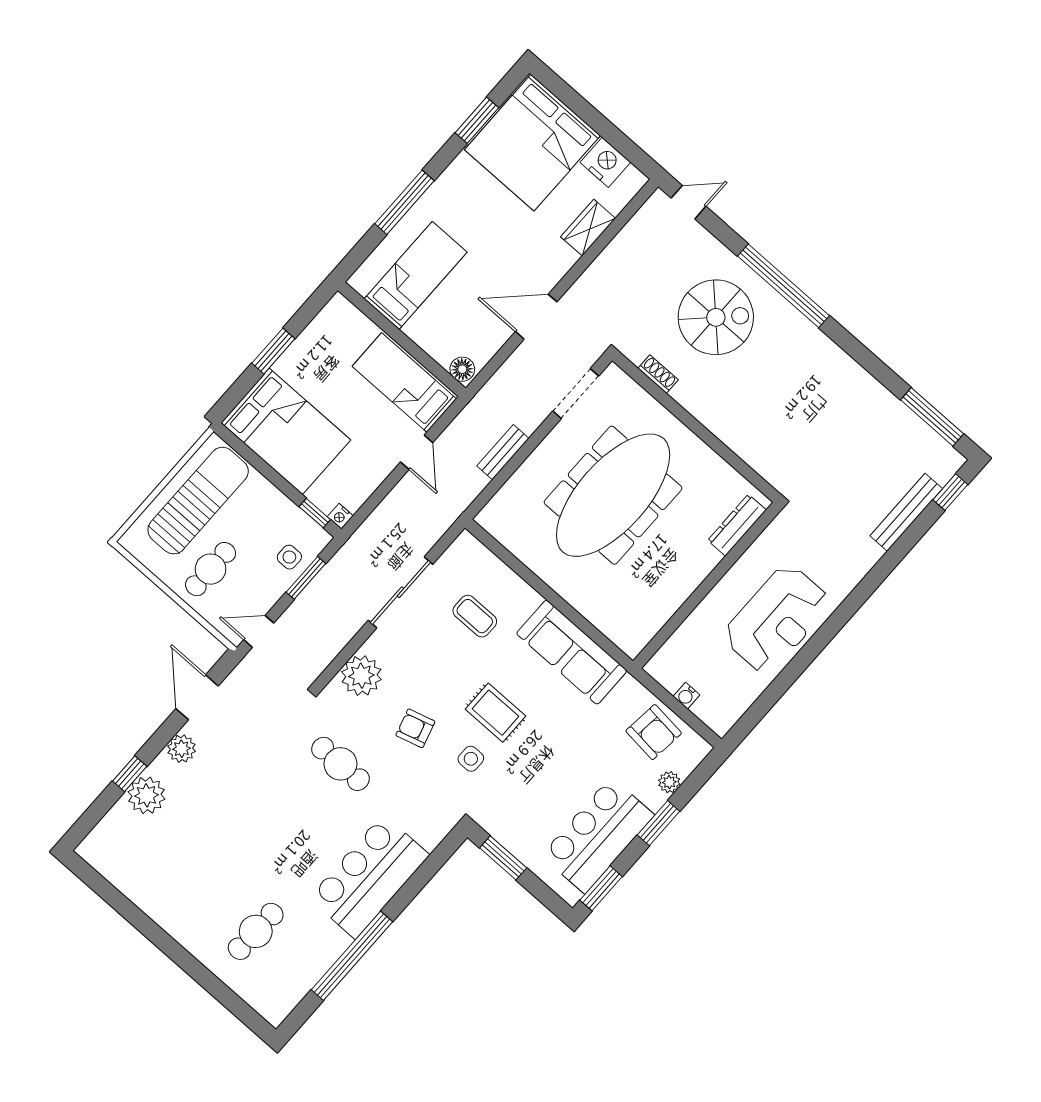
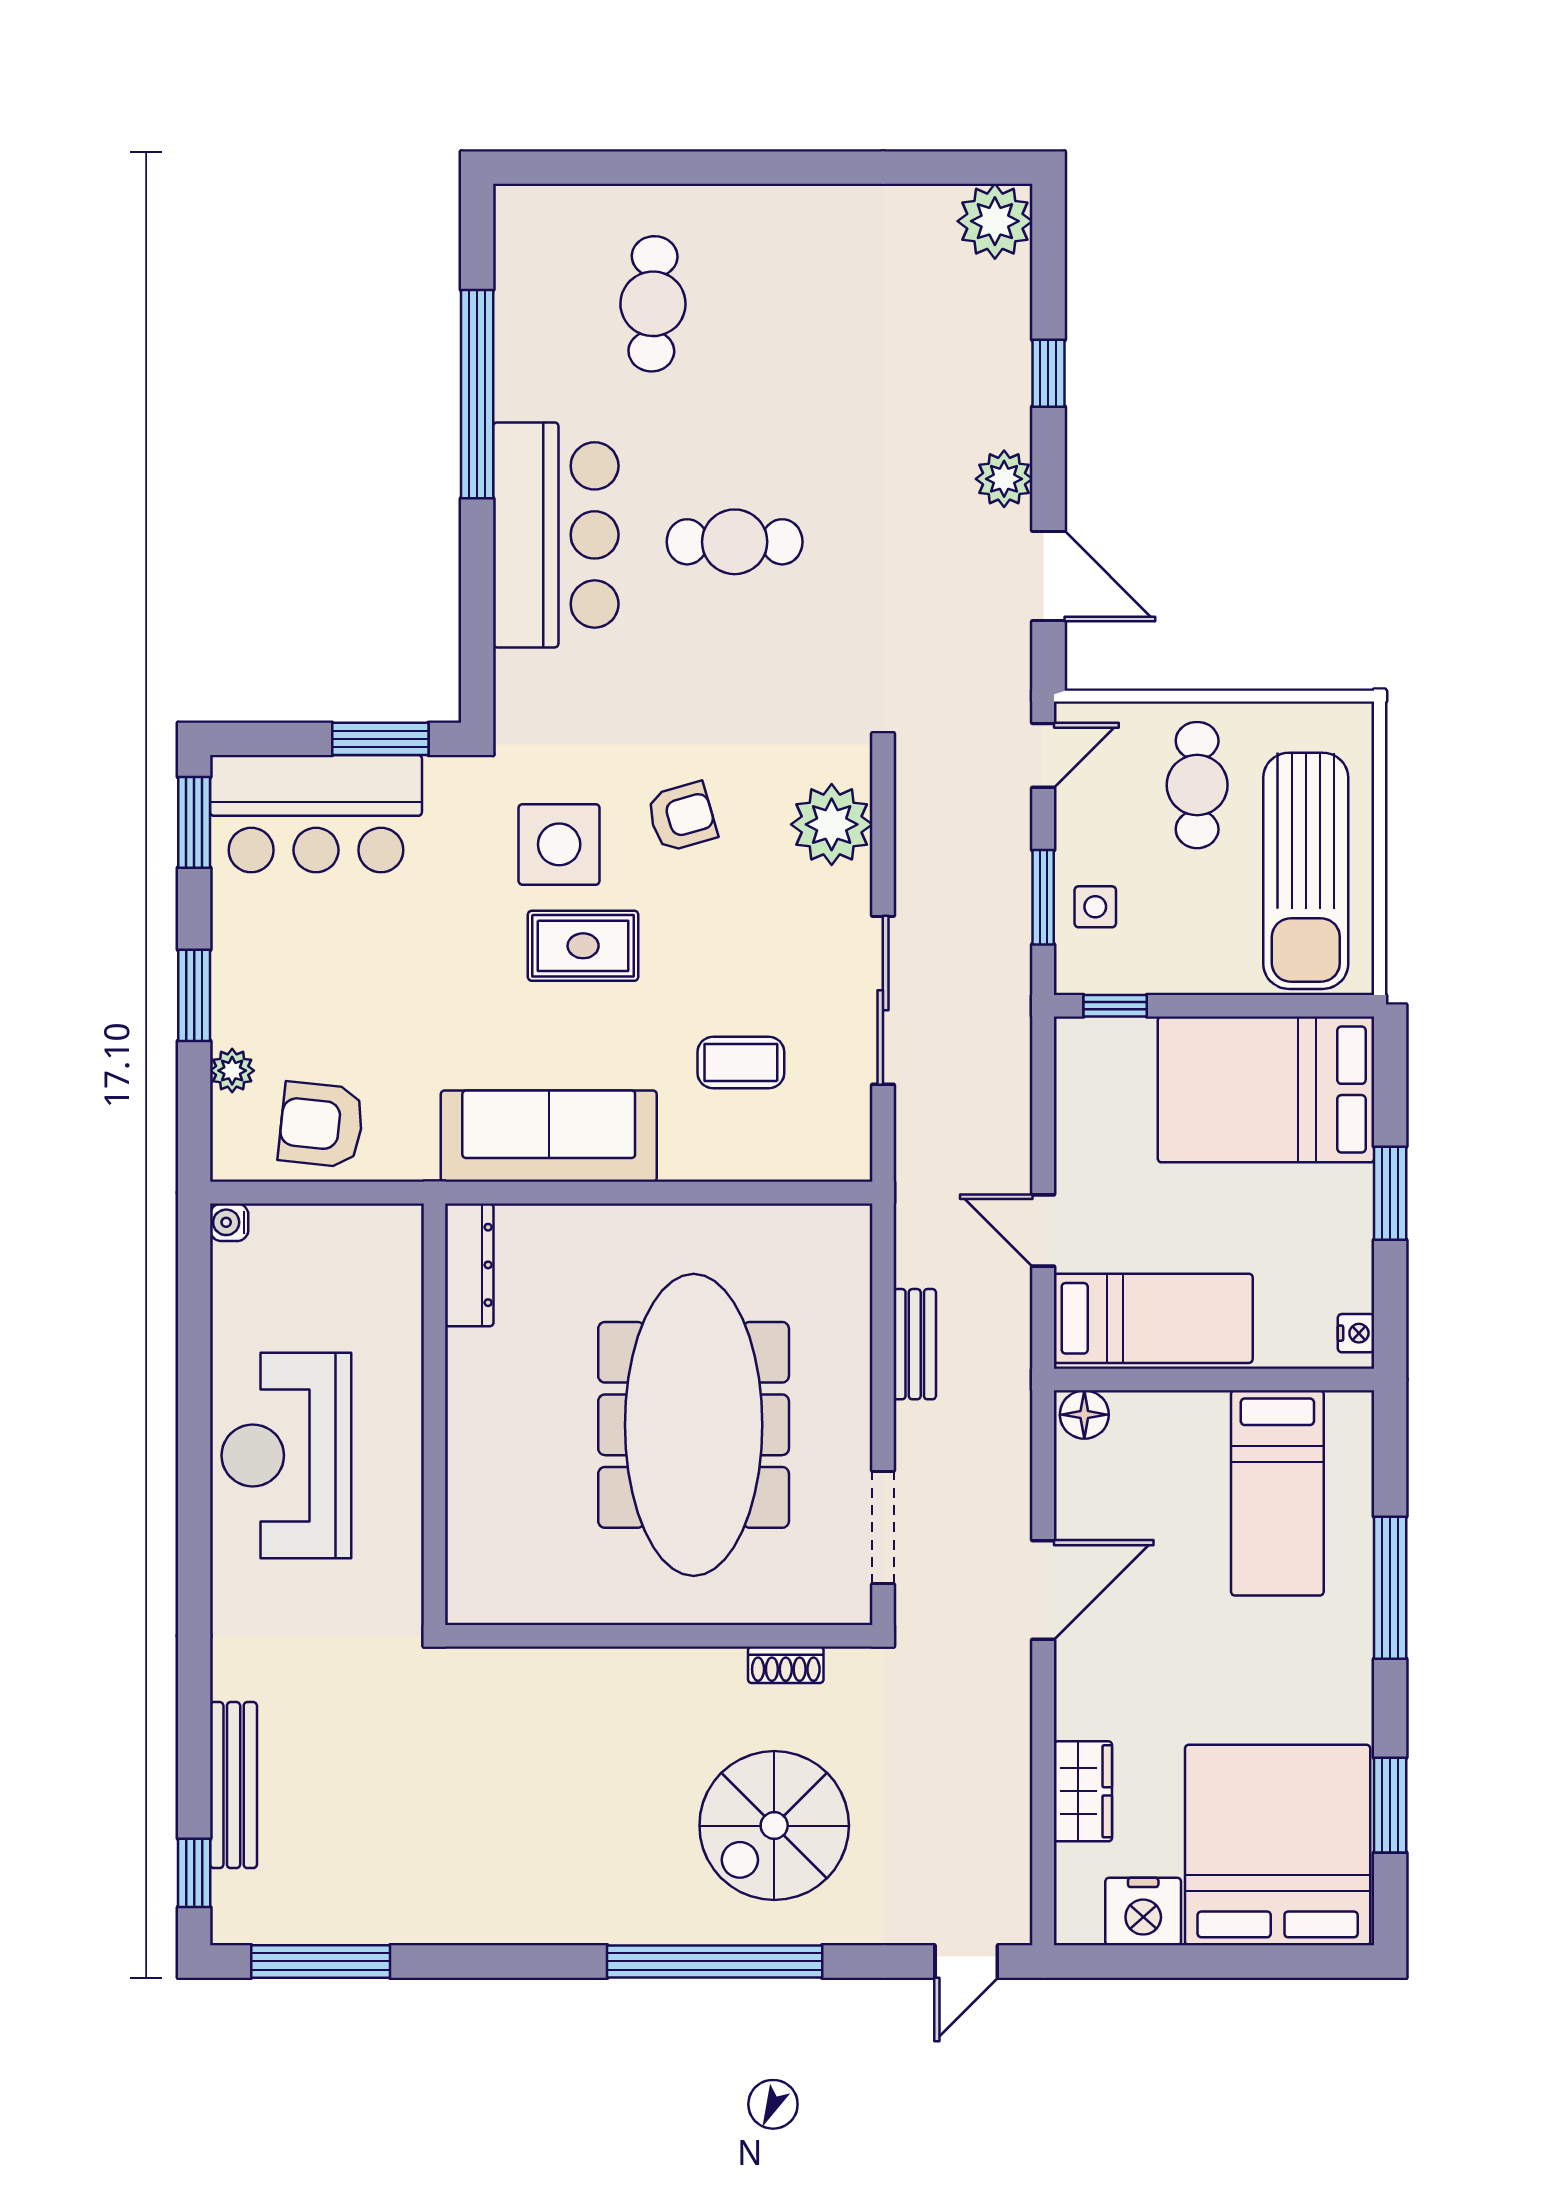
nightstand: (340, 516) -> (1356, 1333), moved, turned 90
dresser: (737, 525) -> (469, 1265), moved
water cooler: (686, 696) -> (229, 1222), moved, turned -90
side table: (471, 759) -> (559, 844), width x1.87, depth x1.87
cafe table: (340, 764) -> (735, 542), moved
plant: (147, 795) -> (995, 221), moved
bar counter: (598, 835) -> (316, 814), moved, turned 90

